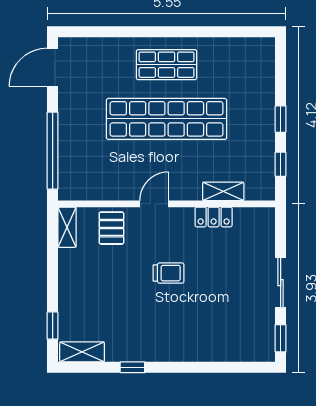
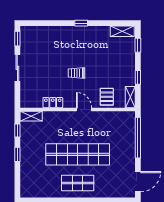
shelving: (223, 191) -> (31, 116), moved
door: (154, 204) -> (84, 109), swing flipped
window: (53, 265) -> (138, 77), added
window: (132, 367) -> (81, 23), moved

